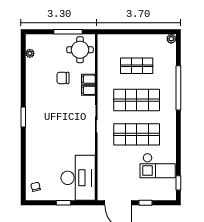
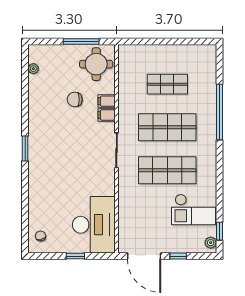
plant: (171, 39) -> (211, 243), moved

